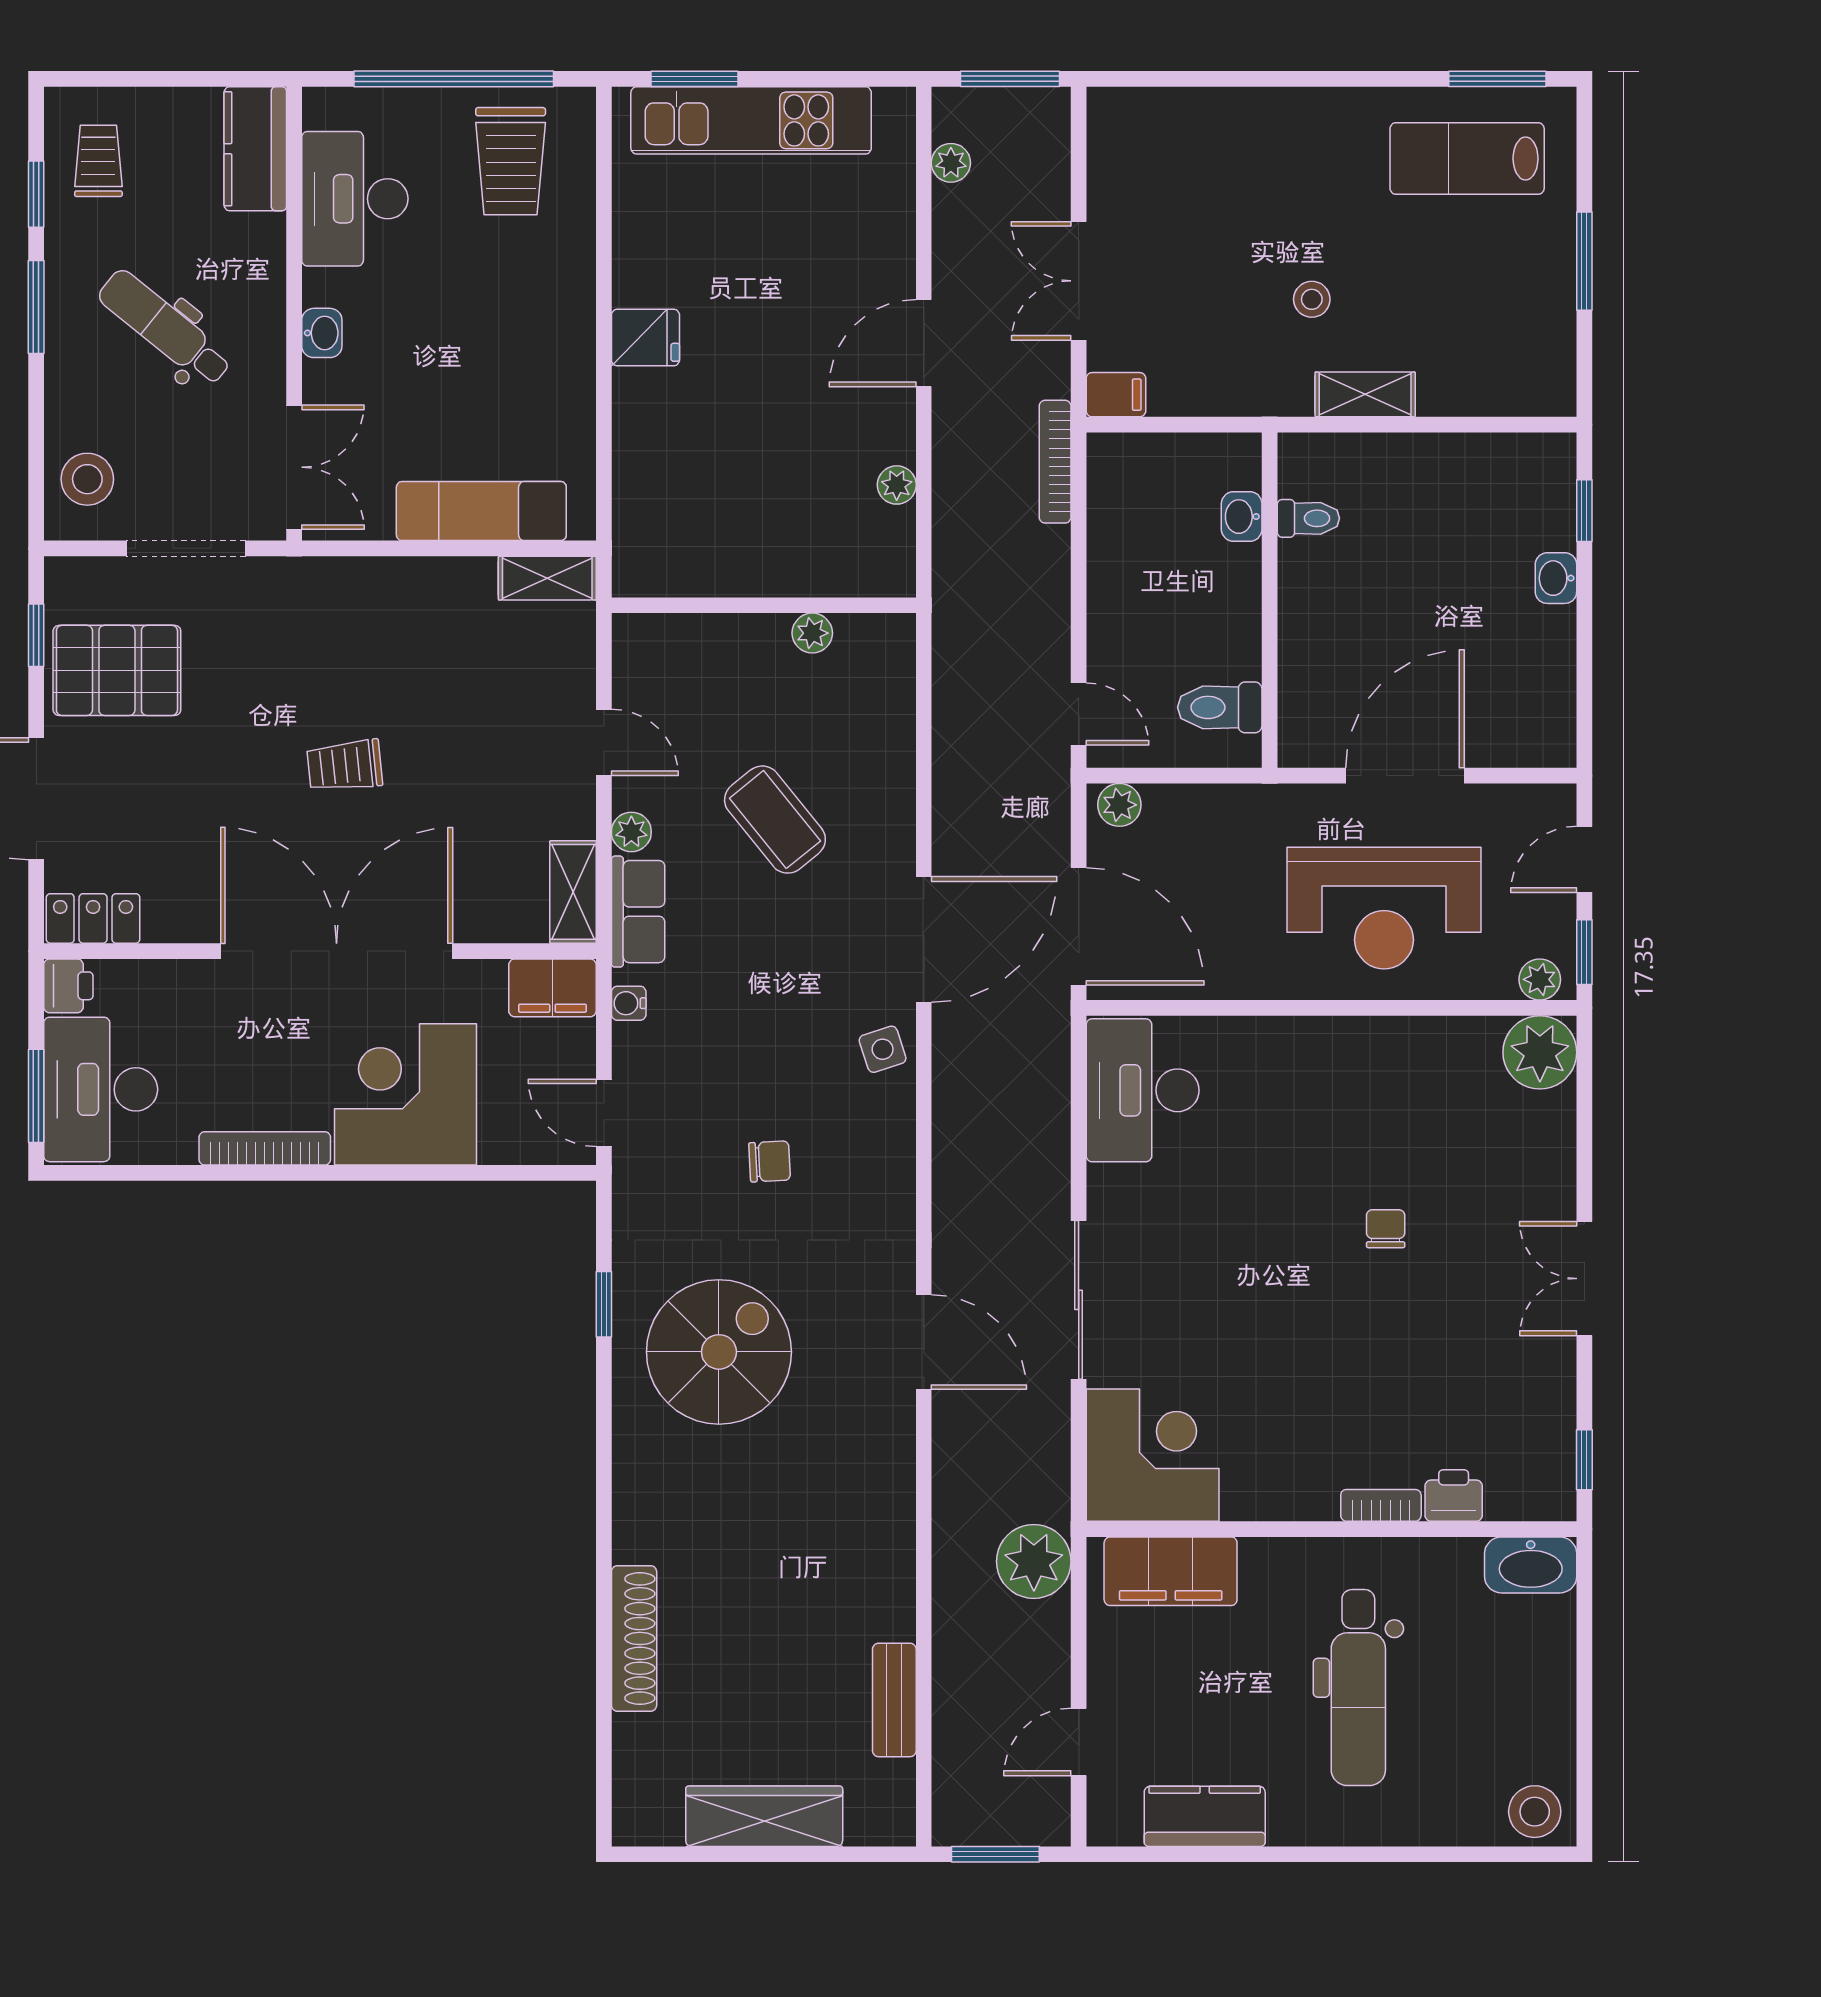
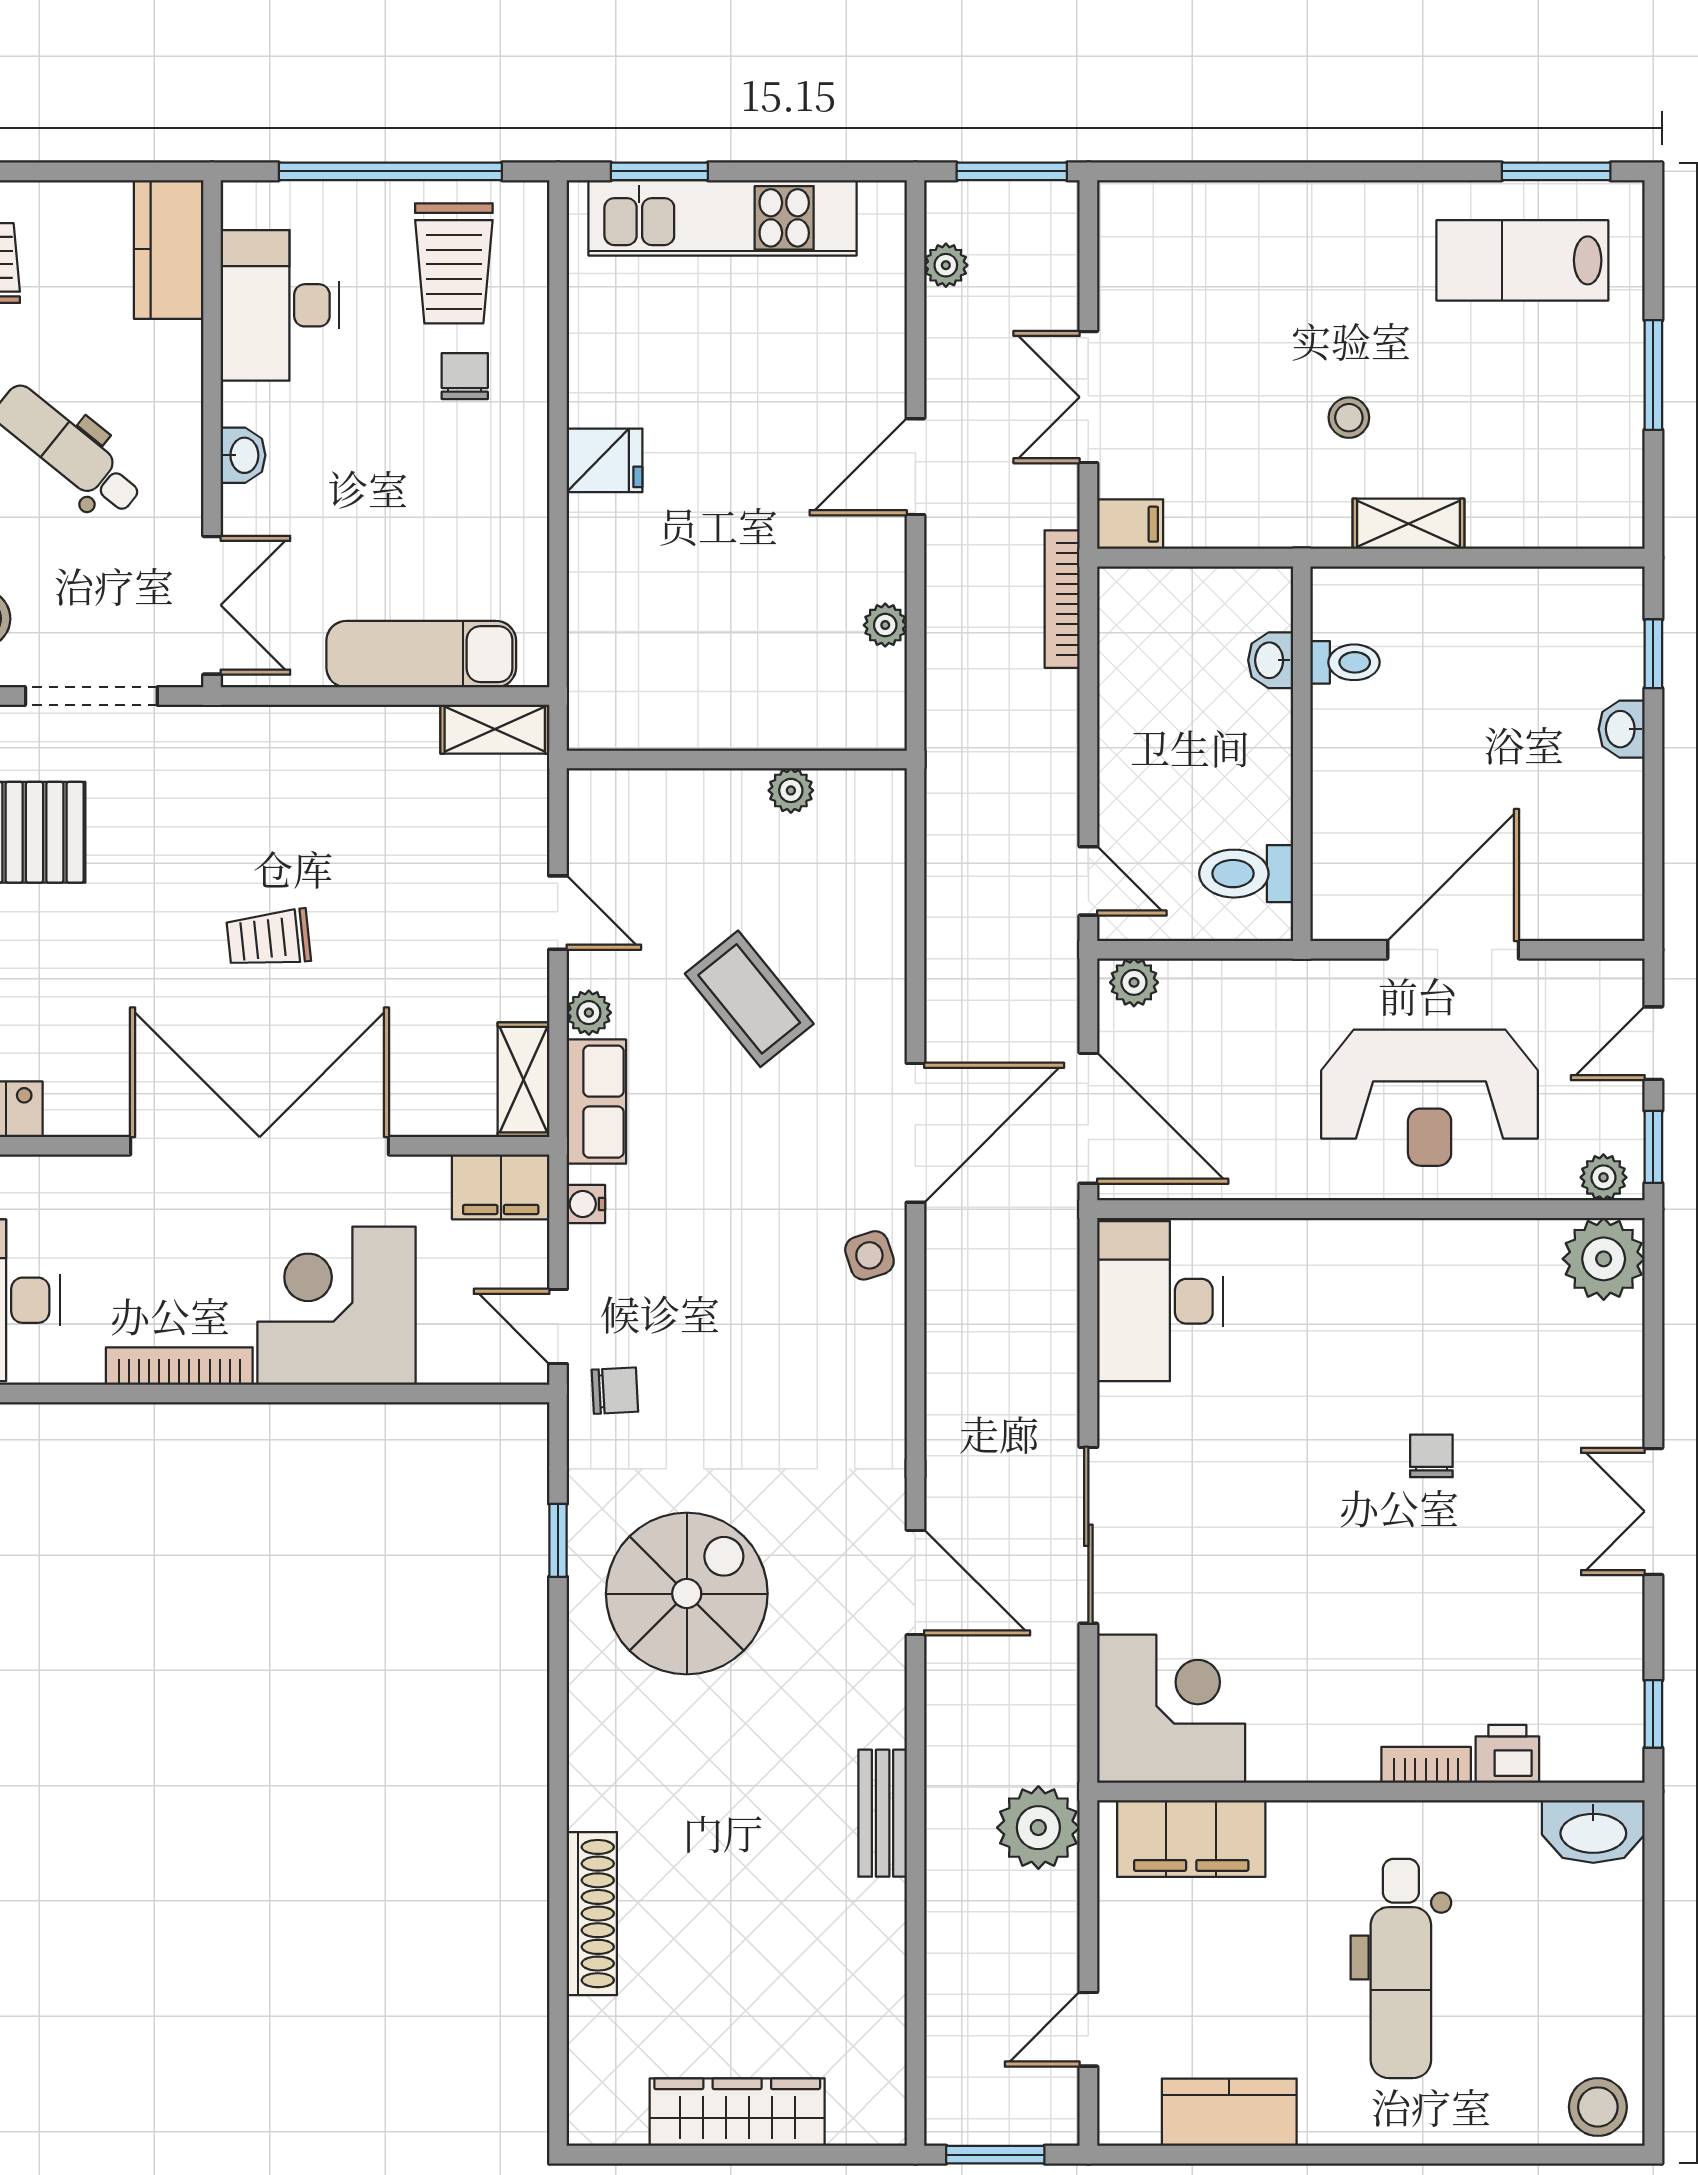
chair: (520, 262) -> (465, 376), added
chair: (770, 1161) -> (615, 1391), moved
bench: (894, 1700) -> (883, 1813), moved

